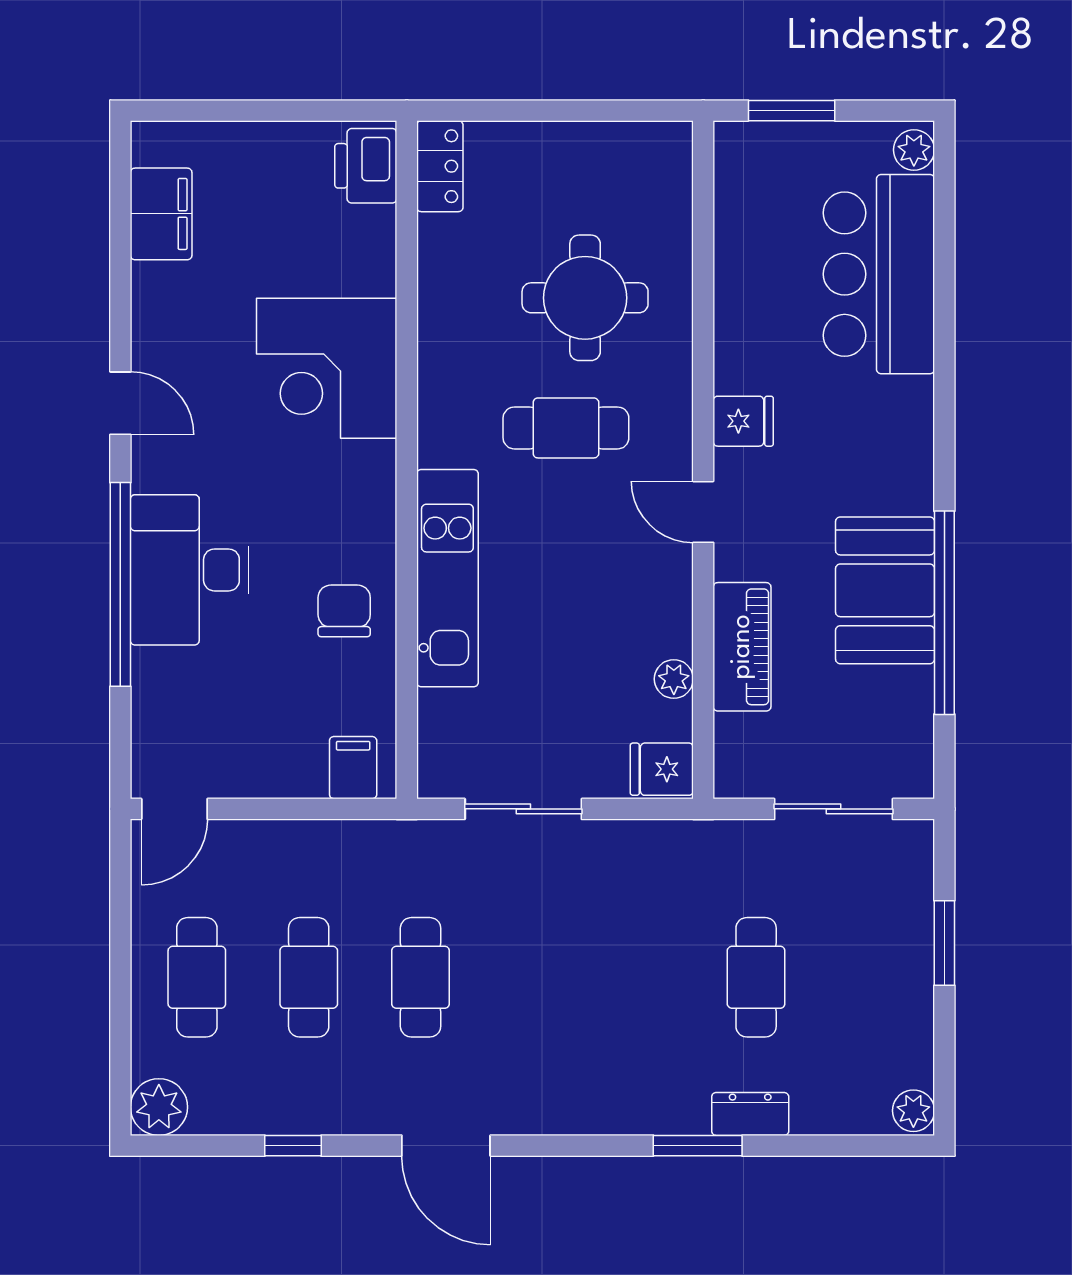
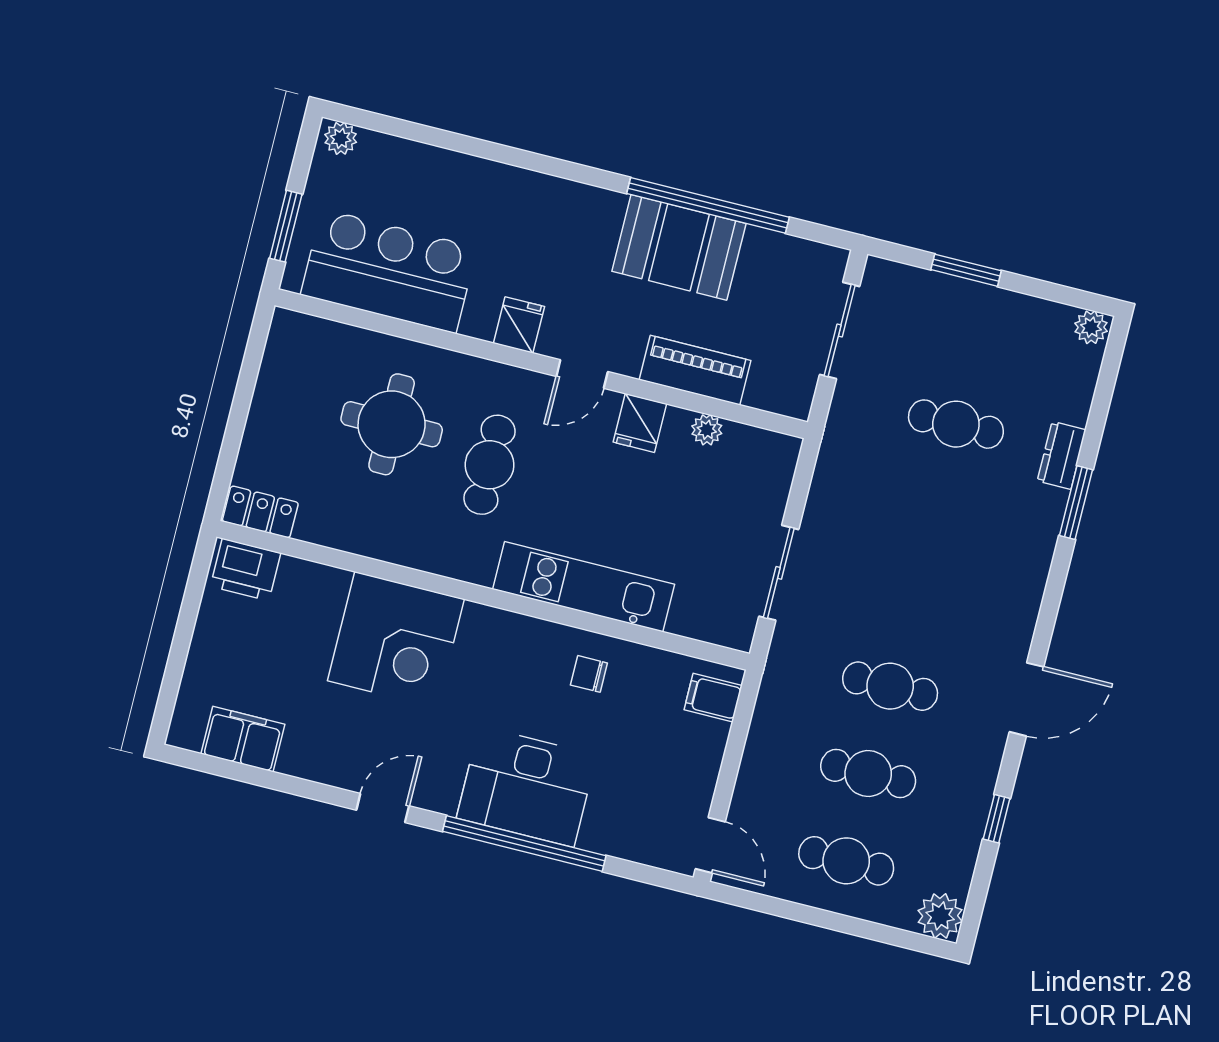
bar counter: (879, 274) -> (389, 271), moved, turned 180
chair: (344, 611) -> (589, 674), width x0.73, depth x0.73
fridge: (662, 769) -> (640, 423), moved

